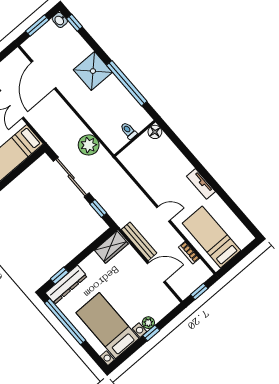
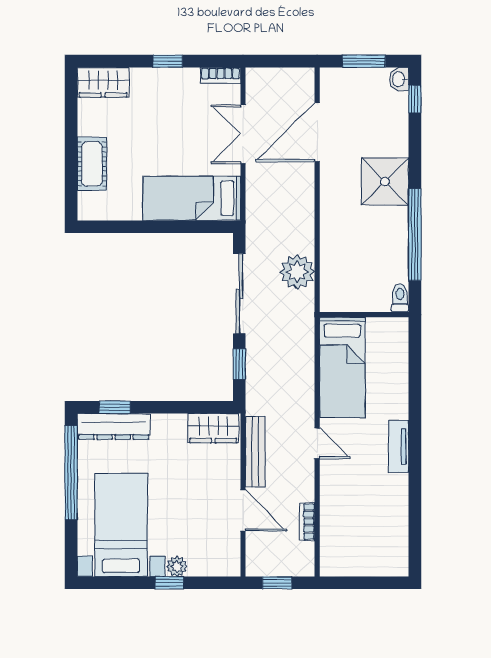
toilet: (129, 131) -> (400, 298), moved
floor lamp: (155, 132) -> (397, 329), removed
bed: (211, 237) -> (342, 367), moved, turned 180

